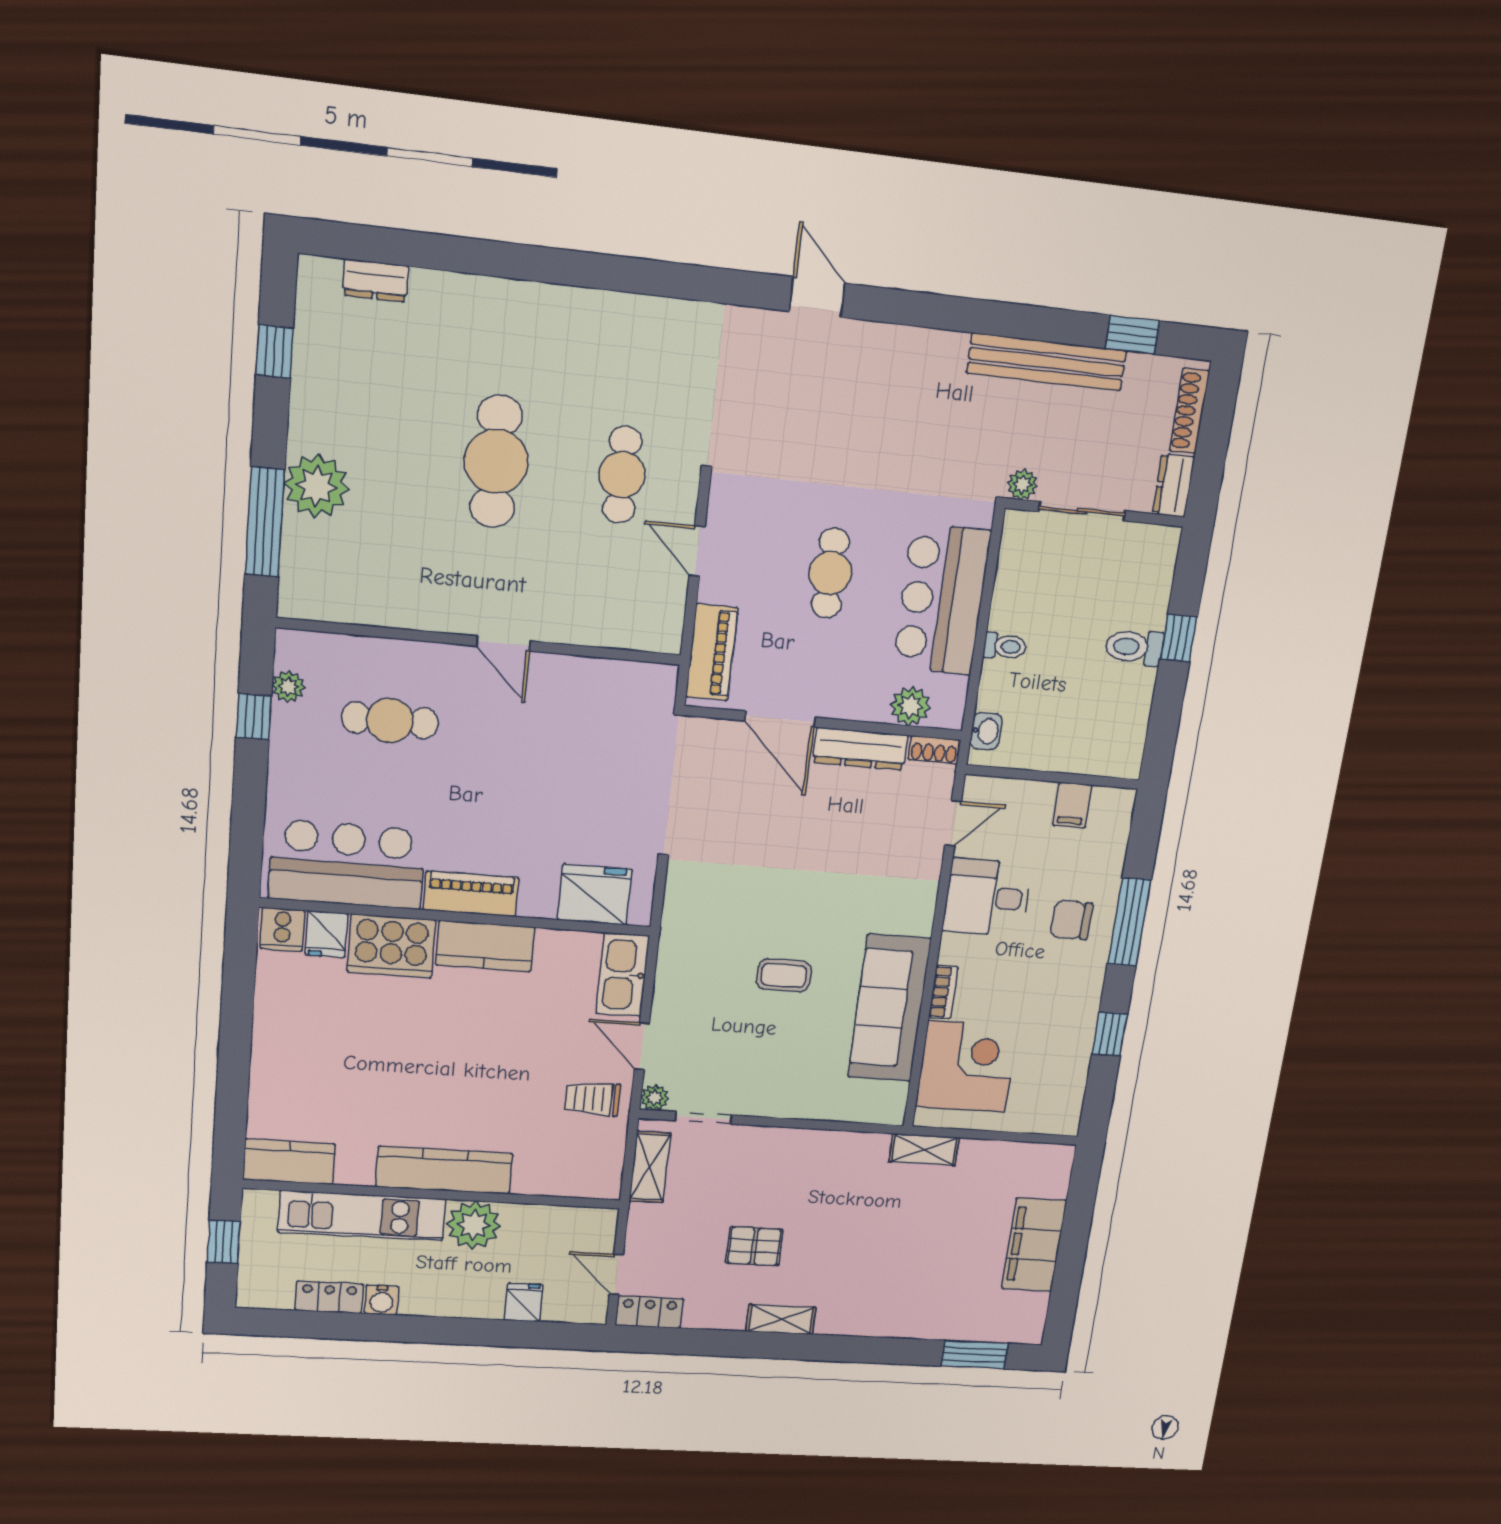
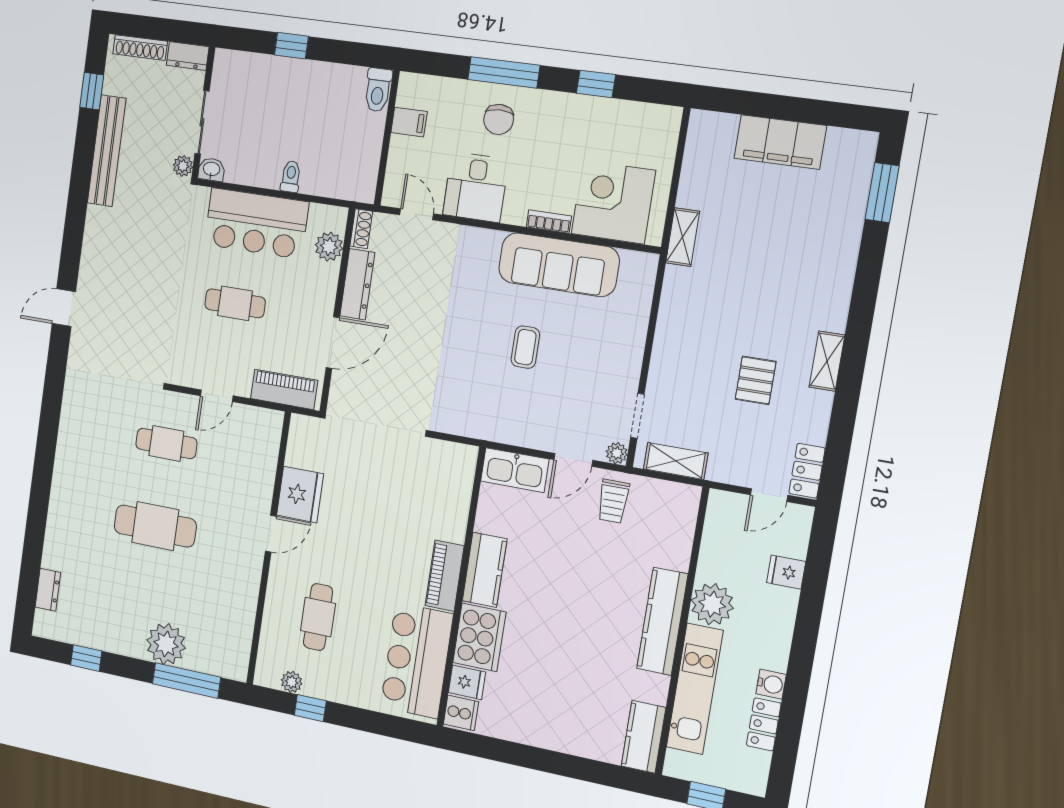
toilet: (1134, 647) -> (378, 90), moved
washbasin: (986, 731) -> (211, 169), moved
fridge: (595, 895) -> (300, 494), moved, turned 180

